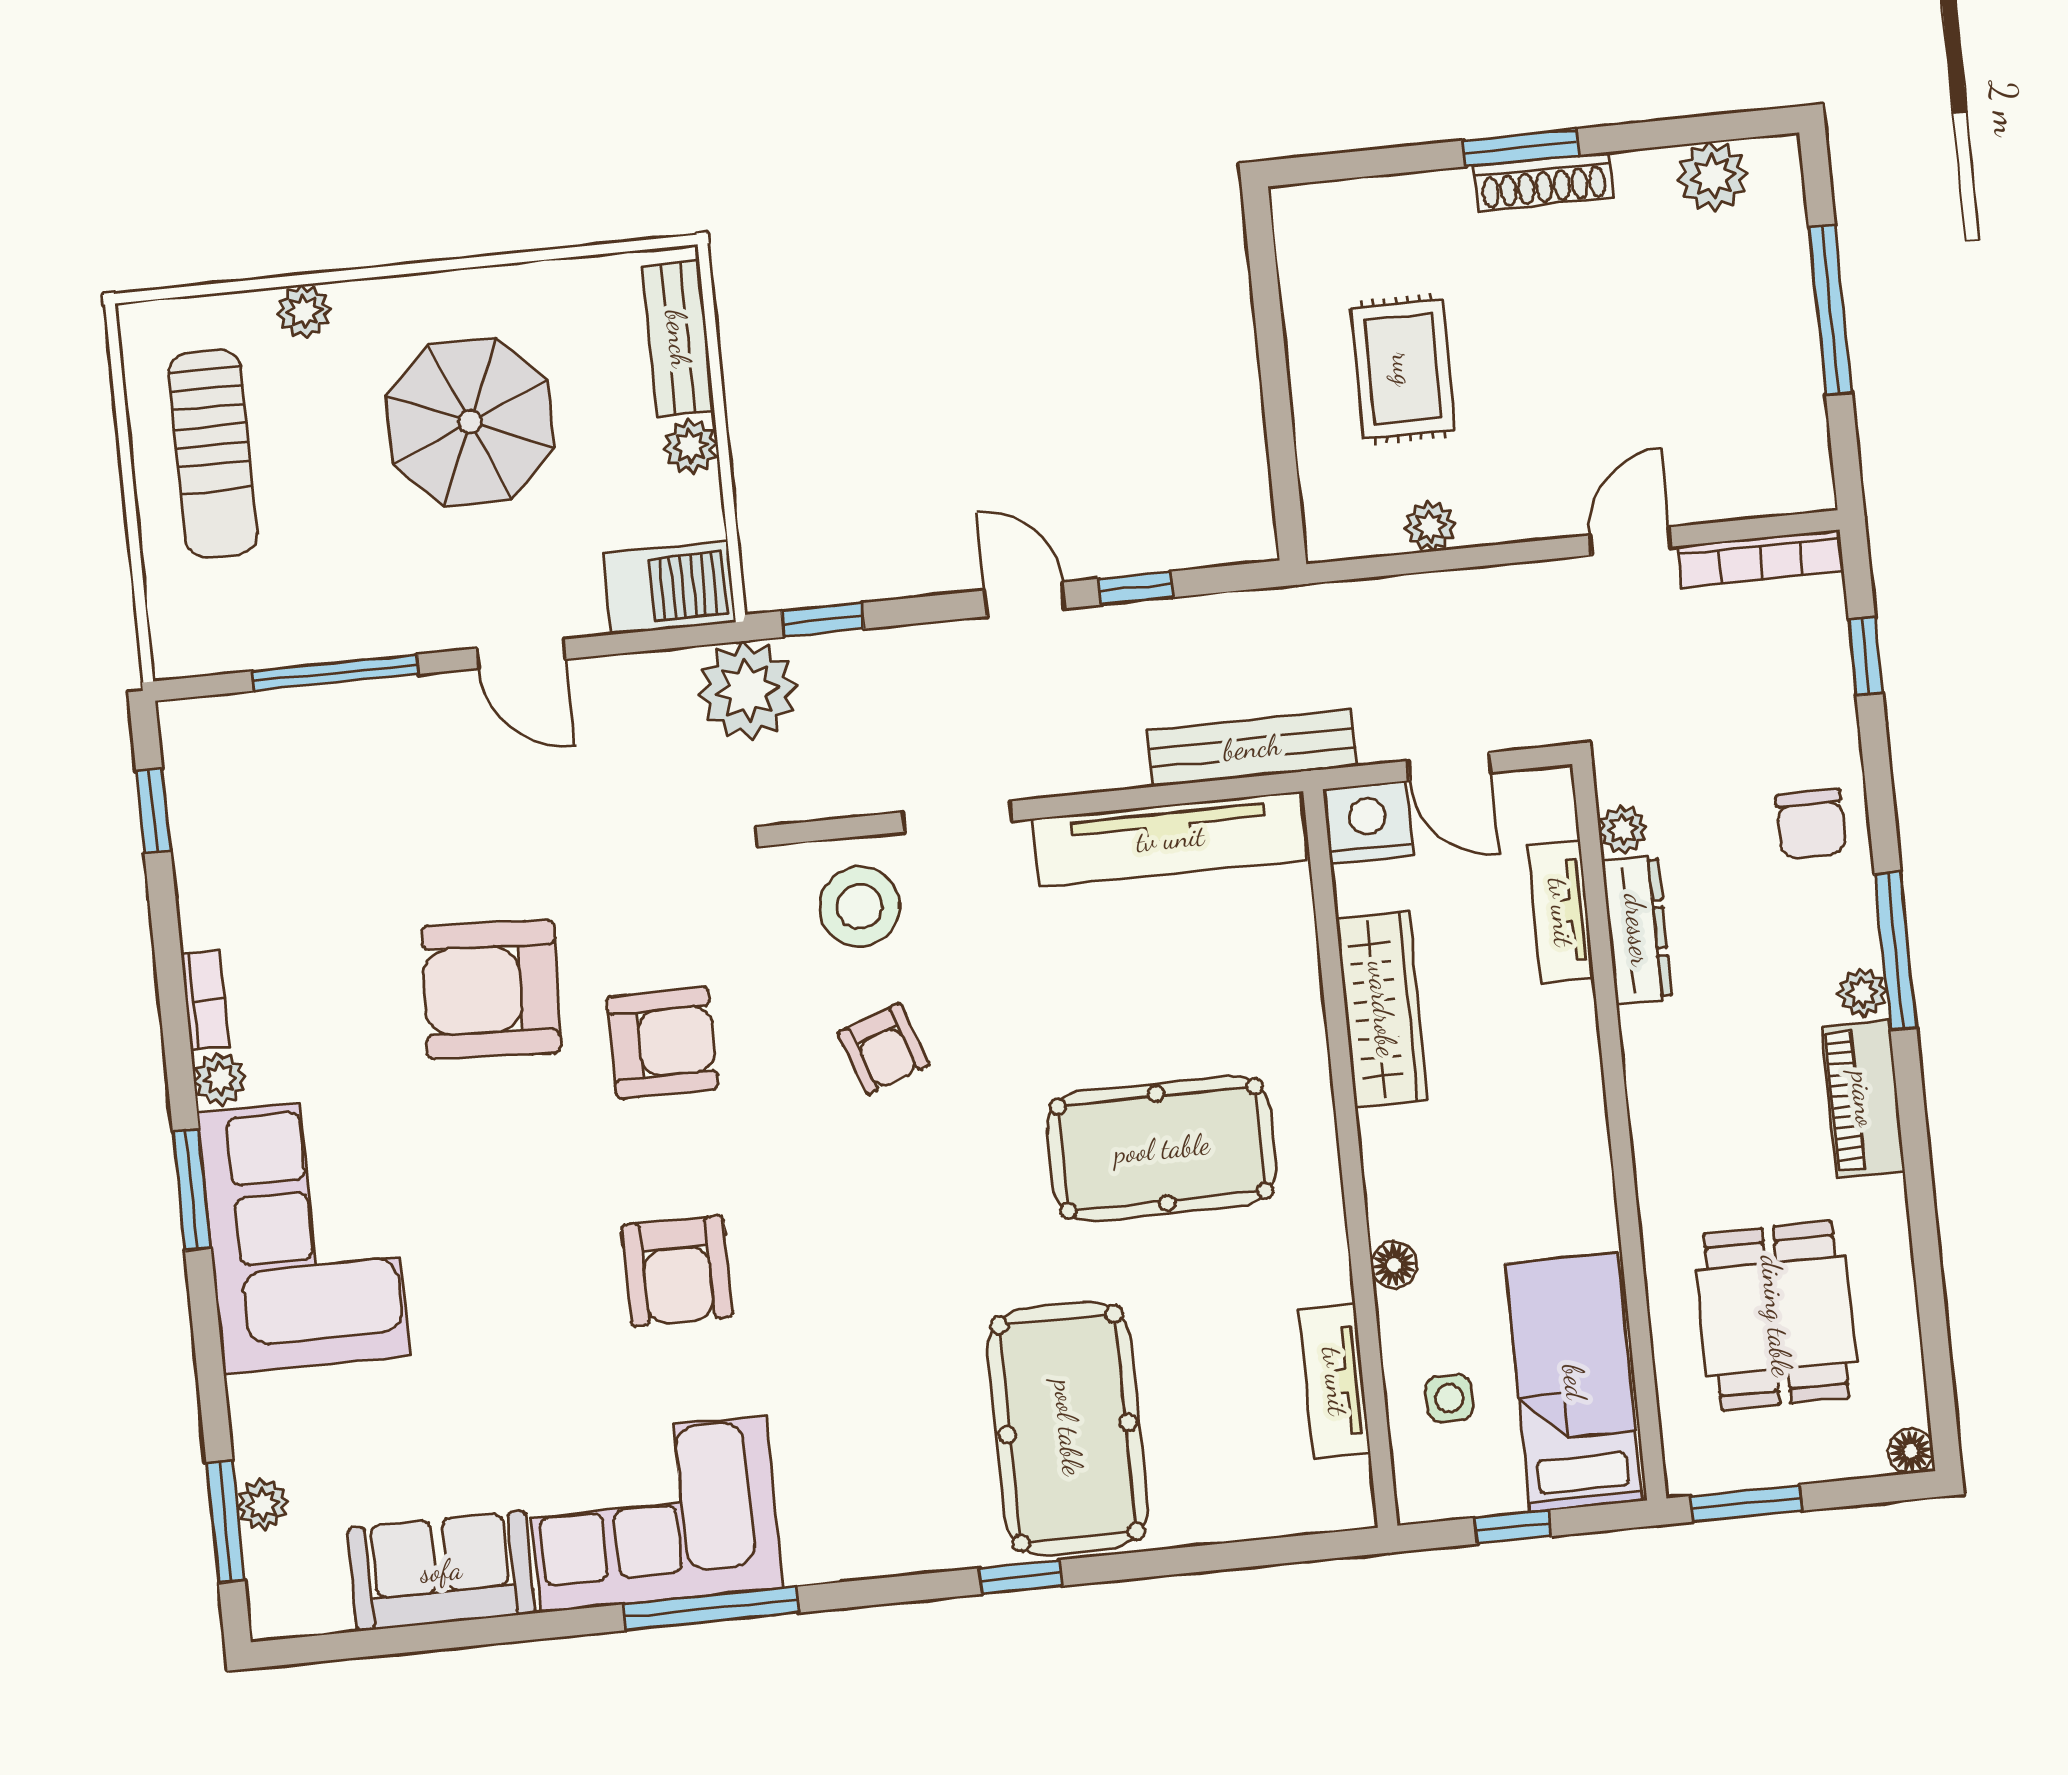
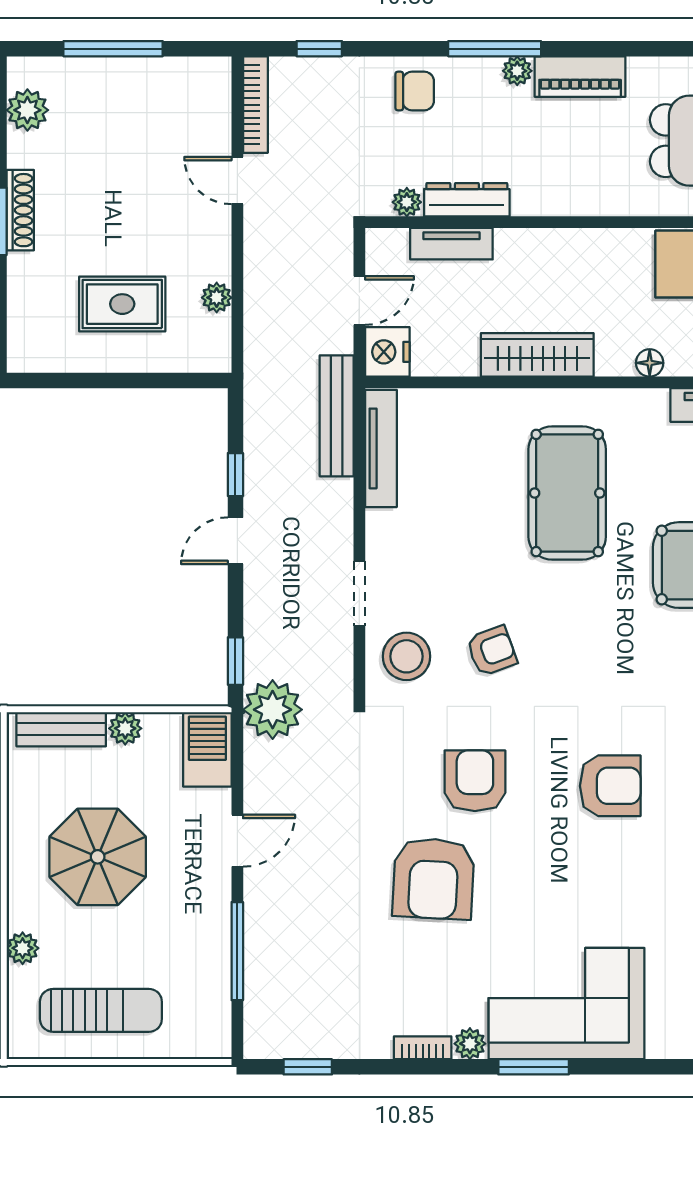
tv unit: (1170, 839) -> (381, 448), width x0.73, depth x0.78
wardrobe: (1382, 1009) -> (537, 355), moved

